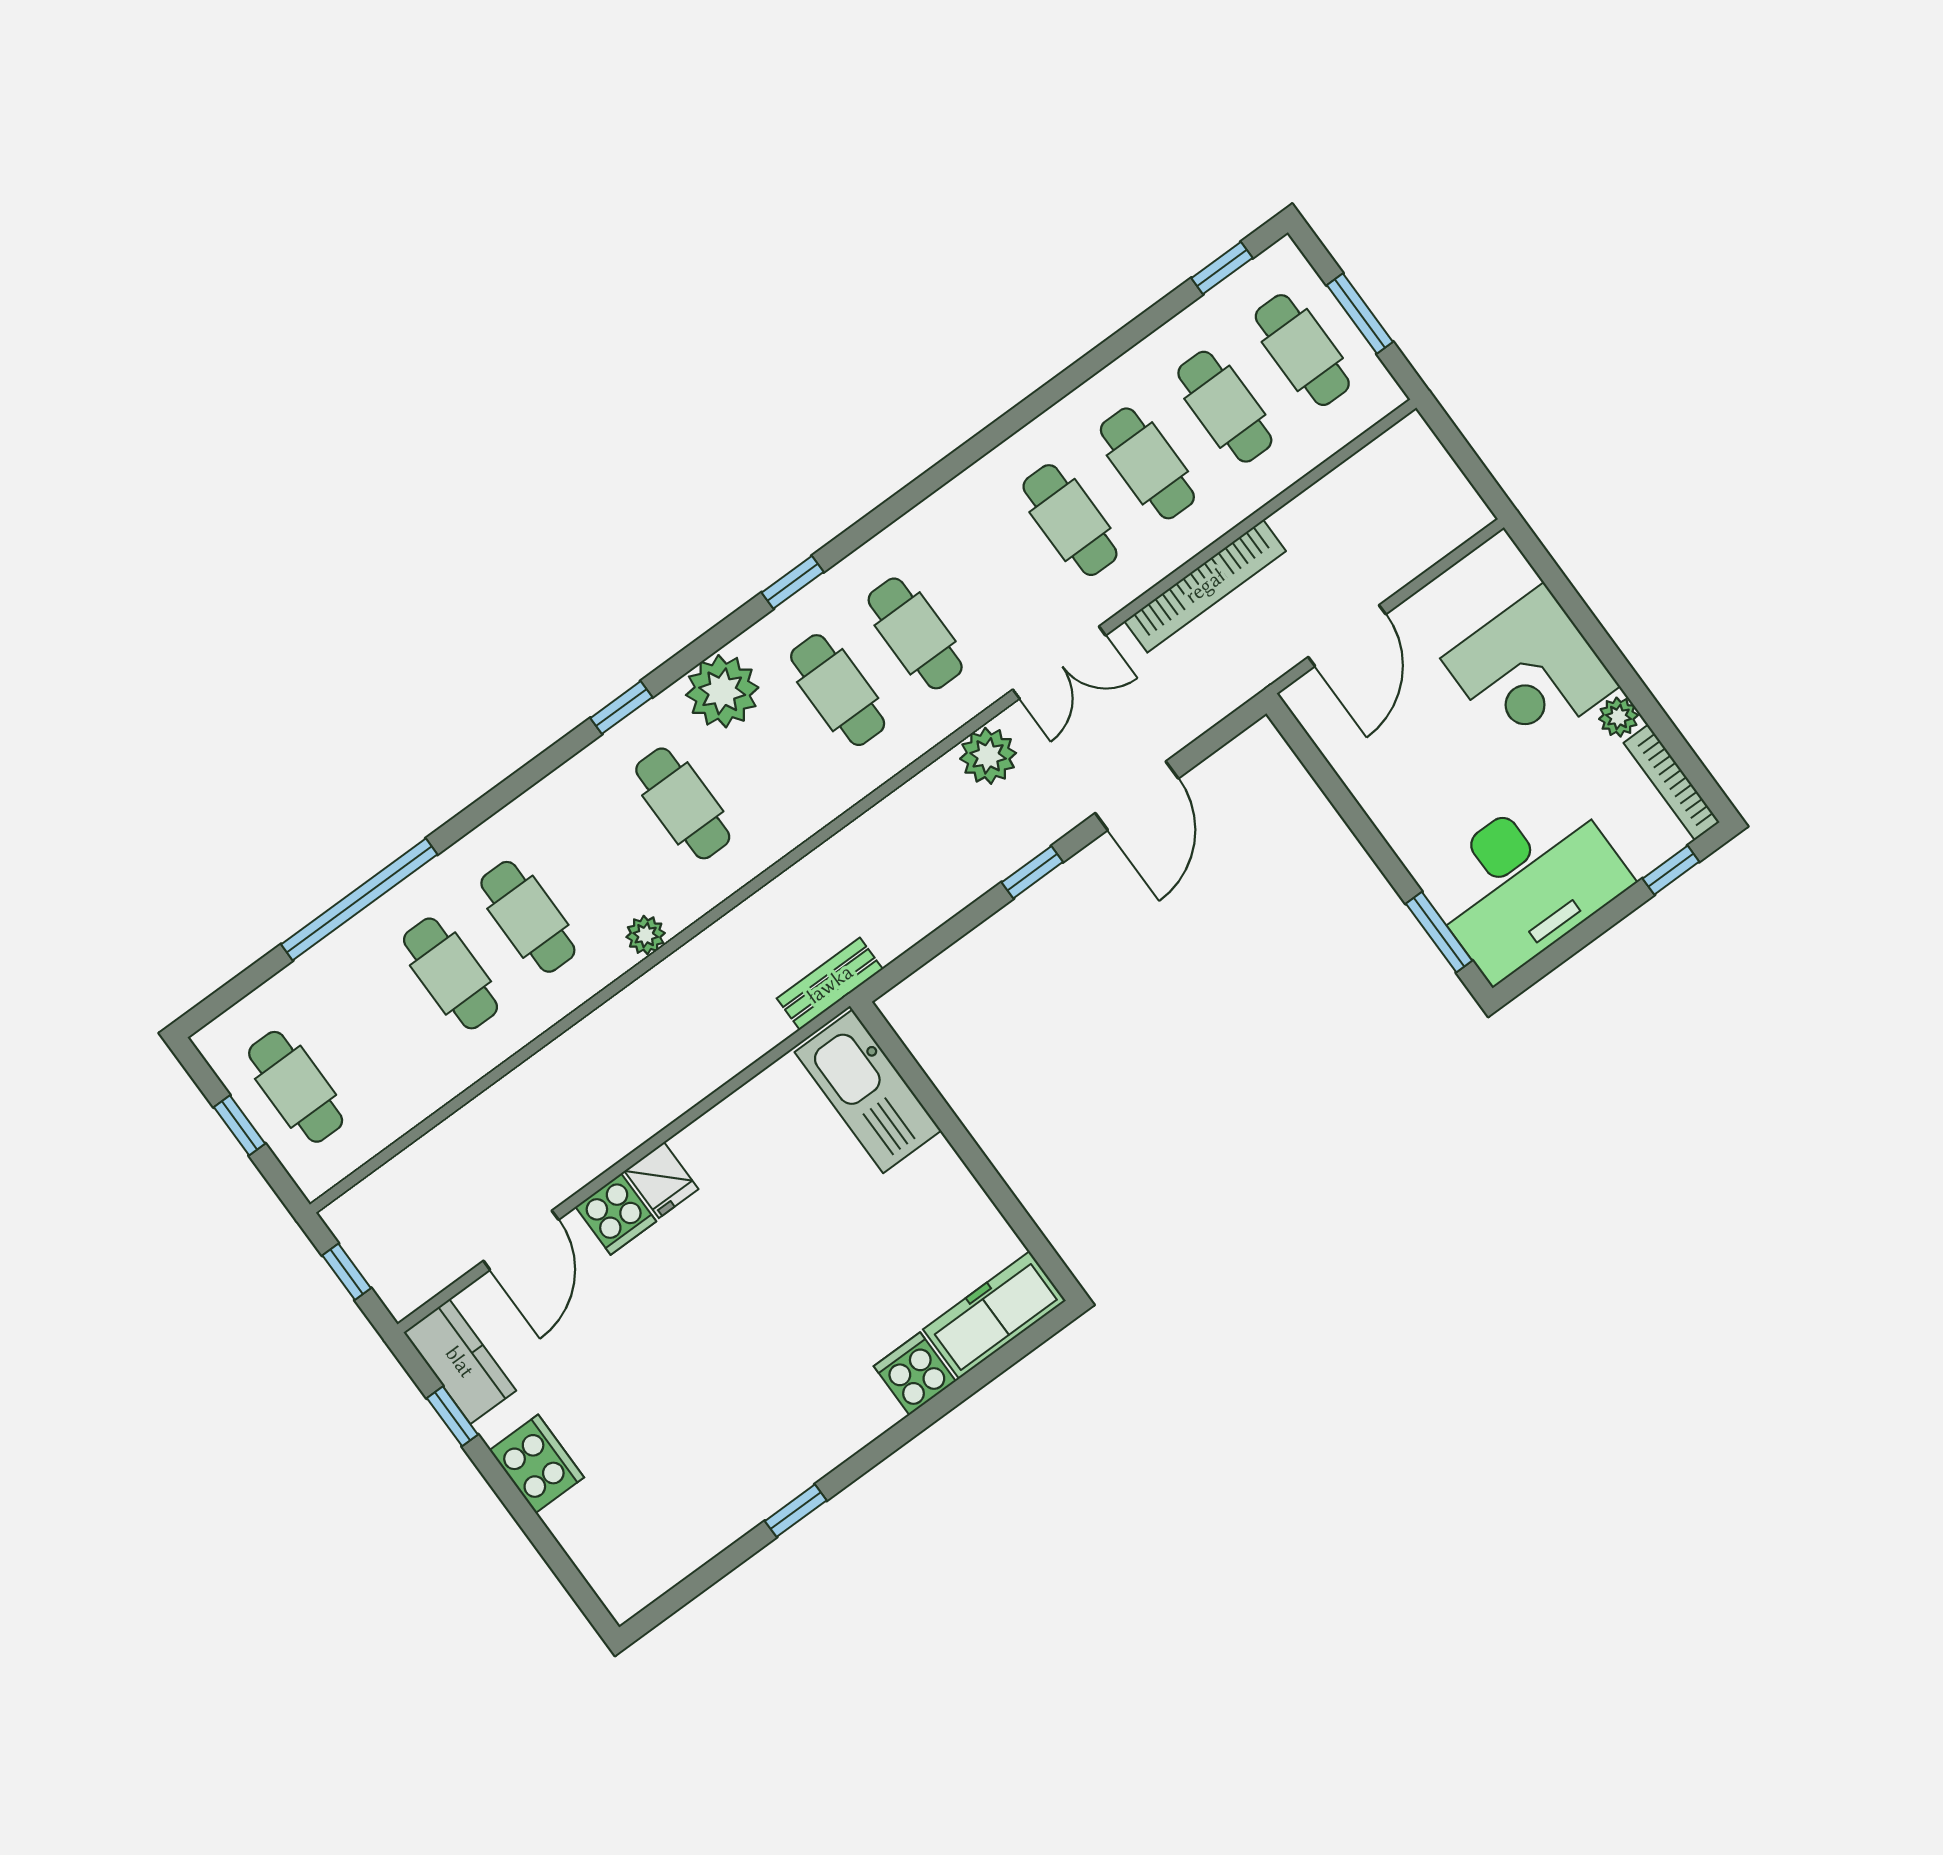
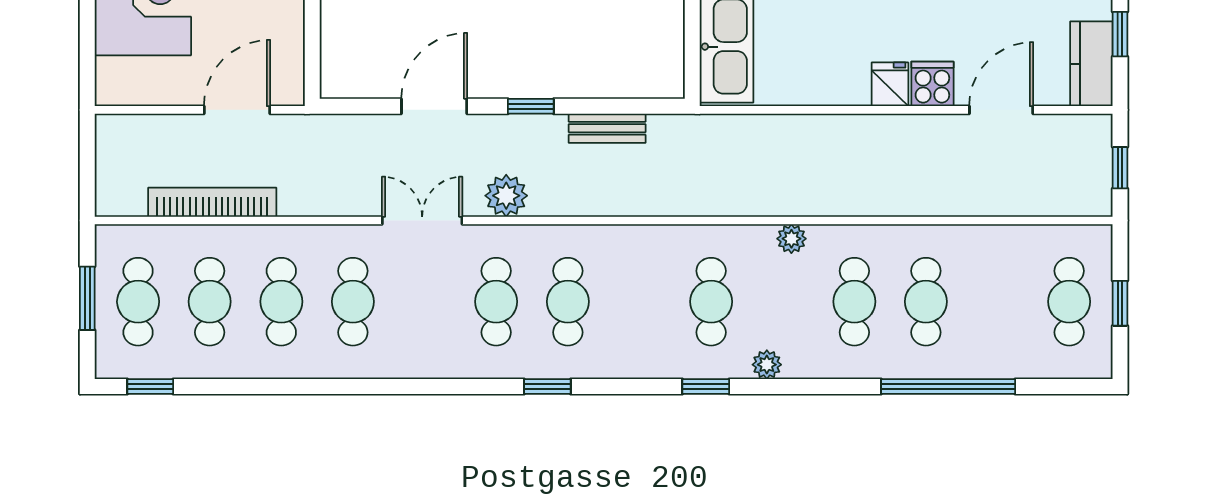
bookcase: (1205, 586) -> (212, 202), moved
plant: (722, 691) -> (767, 365), moved, width x0.53, depth x0.53
bench: (830, 984) -> (607, 128), moved

